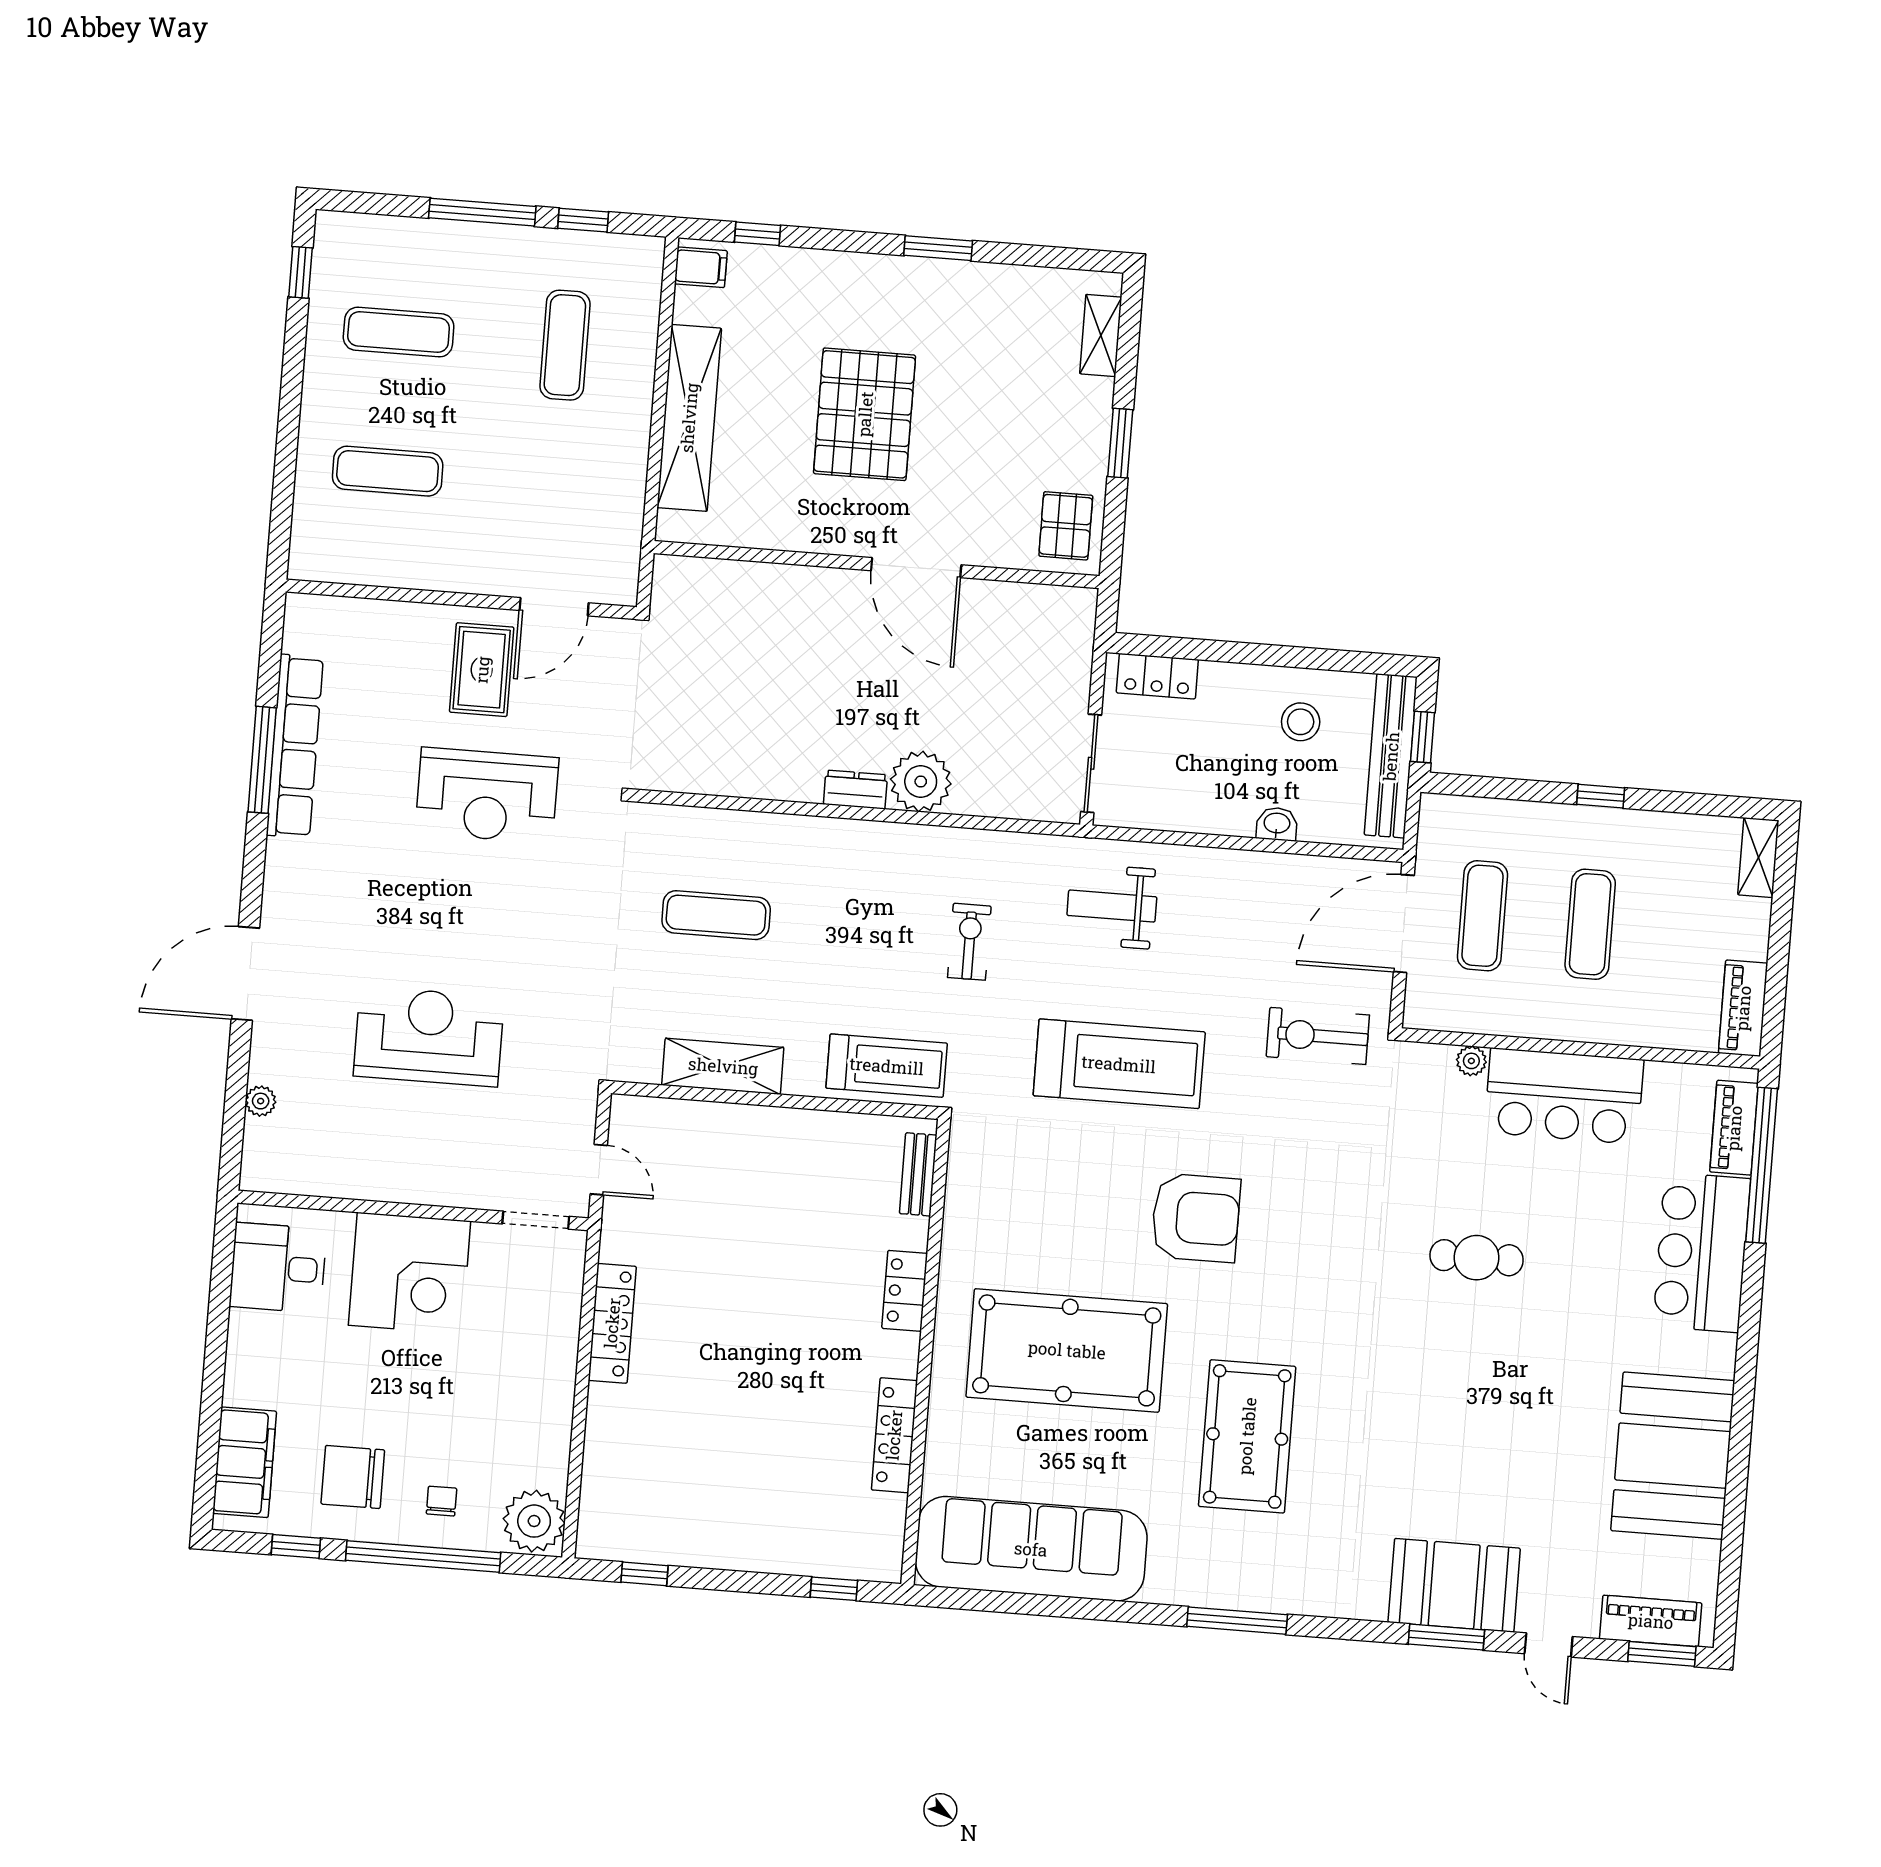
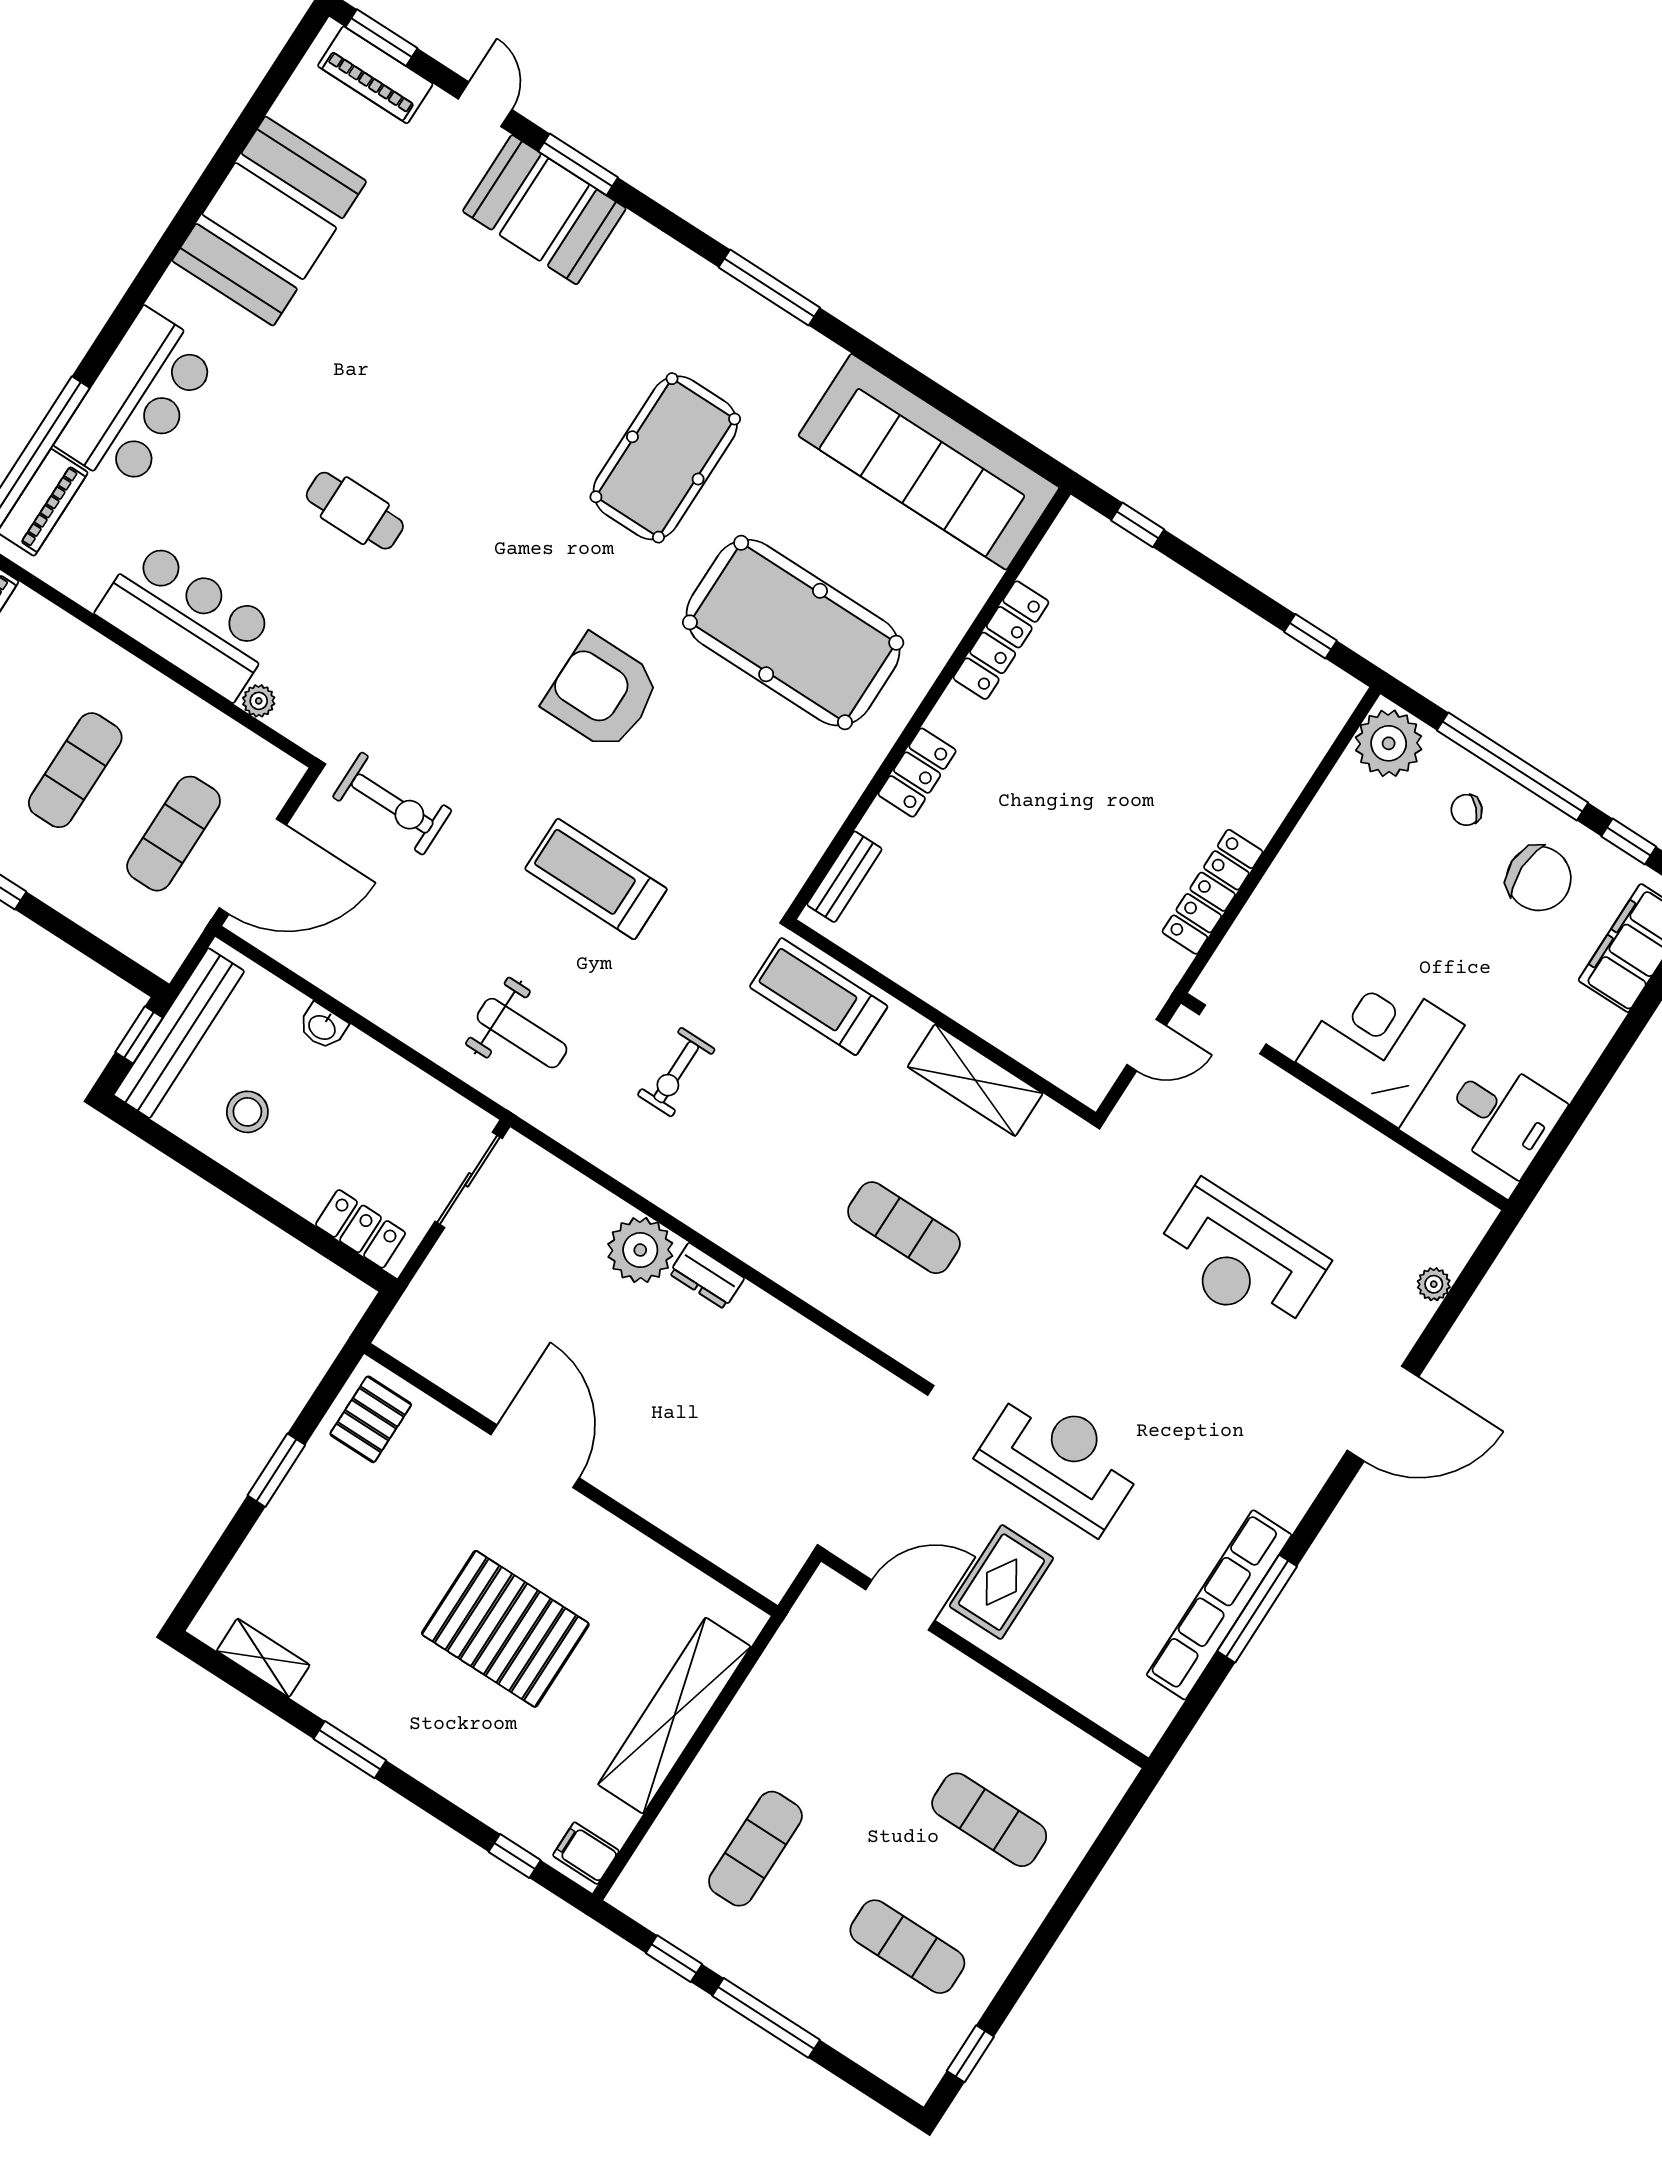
shelving: (1101, 335) -> (263, 1658), moved, turned 90
pallet: (865, 414) -> (505, 1629), turned 90
treadmill: (1119, 1064) -> (596, 879), width x0.73, depth x0.73
door: (599, 1170) -> (1146, 1045), swing flipped
chair: (442, 1501) -> (1467, 810), turned 46

